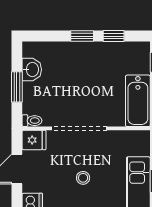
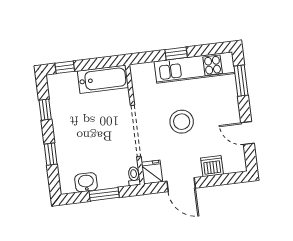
window: (82, 36) -> (51, 154), moved
stool: (83, 178) -> (182, 122), width x1.89, depth x1.89

